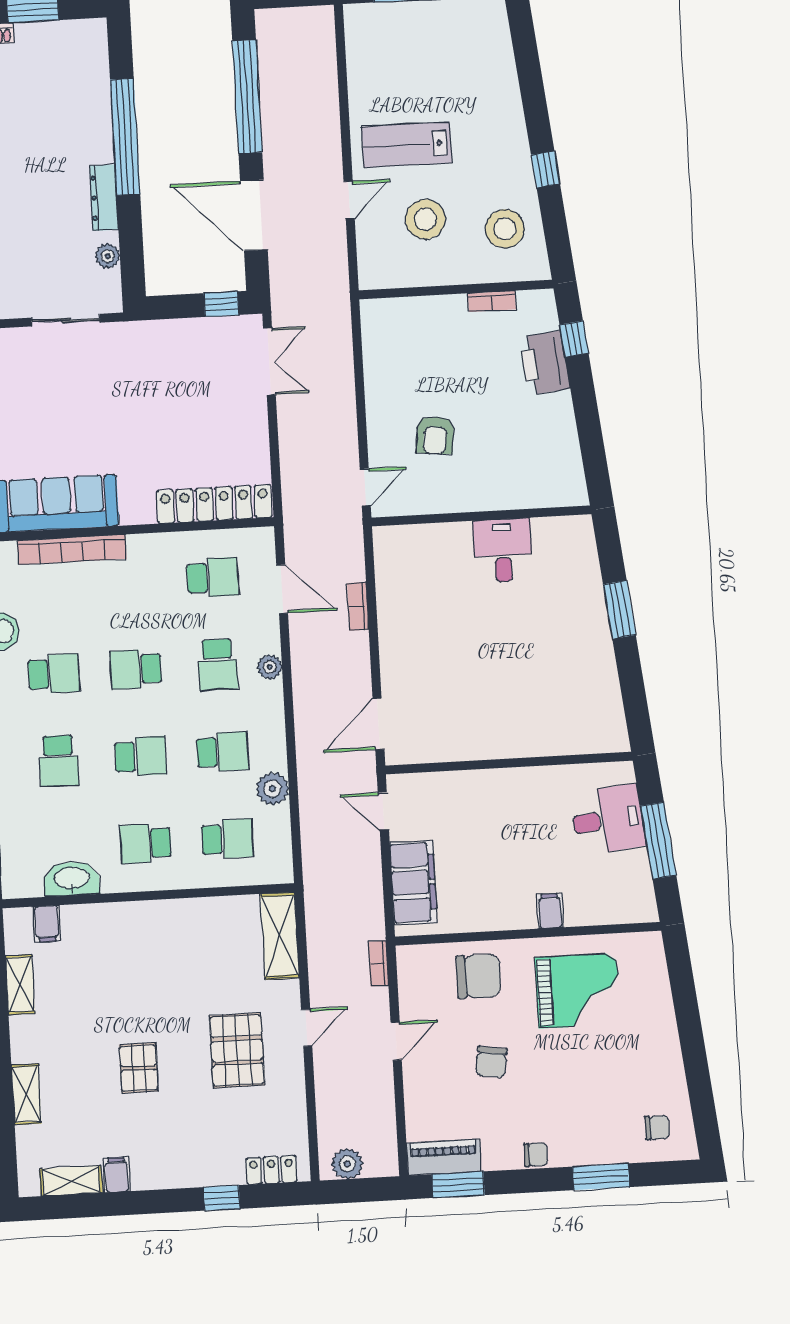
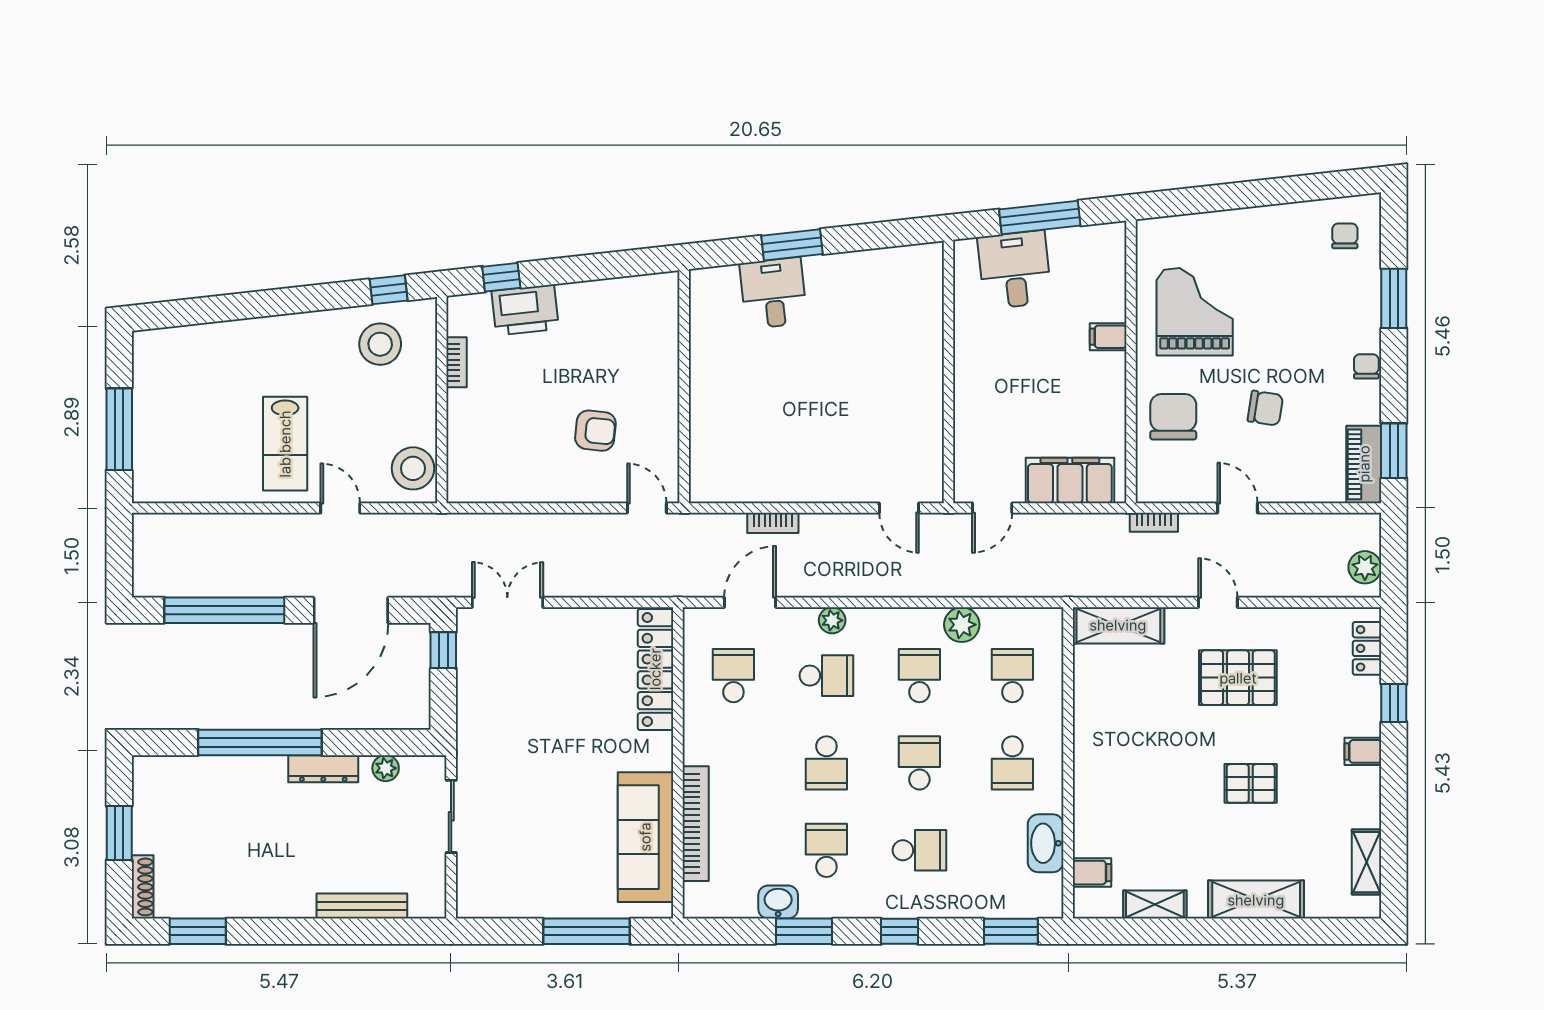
window: (546, 169) -> (389, 290), moved
stool: (425, 219) -> (413, 468), moved
desk: (503, 550) -> (773, 293), moved, turned 84
door: (378, 724) -> (899, 508), width x0.73
shelving: (26, 1094) -> (1256, 900), width x1.50, depth x1.33
filing cabinet: (117, 1175) -> (1363, 751), moved

